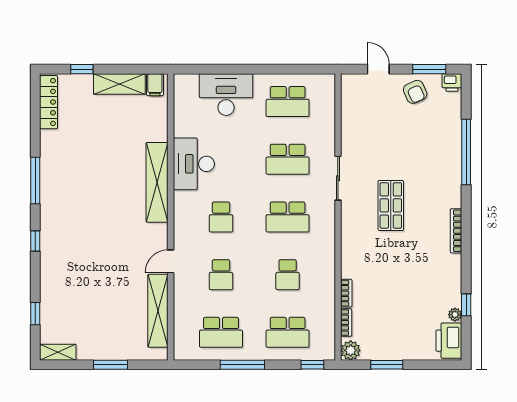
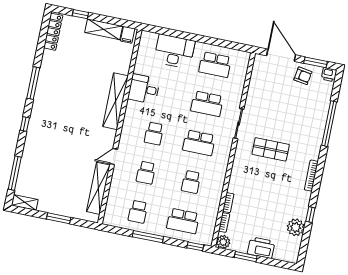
door: (378, 69) -> (281, 55), width x1.87
armchair: (415, 92) -> (303, 76), turned -57
desk: (194, 164) -> (144, 89), width x0.73
shop shelf: (391, 205) -> (271, 149), turned 90
window: (466, 305) -> (310, 215), moved
window: (35, 314) -> (15, 173), width x2.17
plant: (455, 315) -> (296, 227), width x1.87, depth x1.87
school desk: (221, 332) -> (138, 212), width x0.54
printer: (449, 341) -> (261, 248), moved, turned 90

